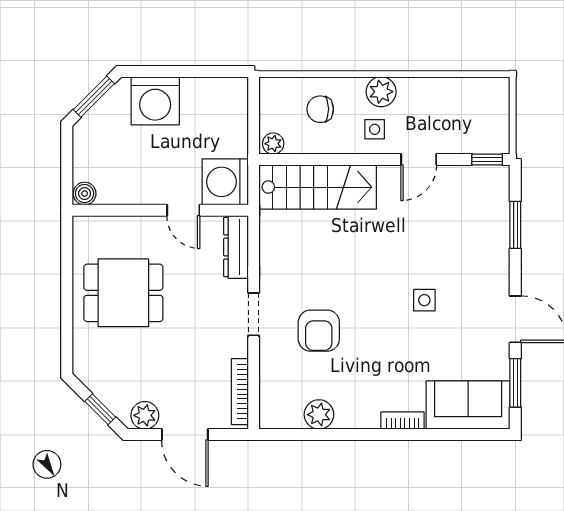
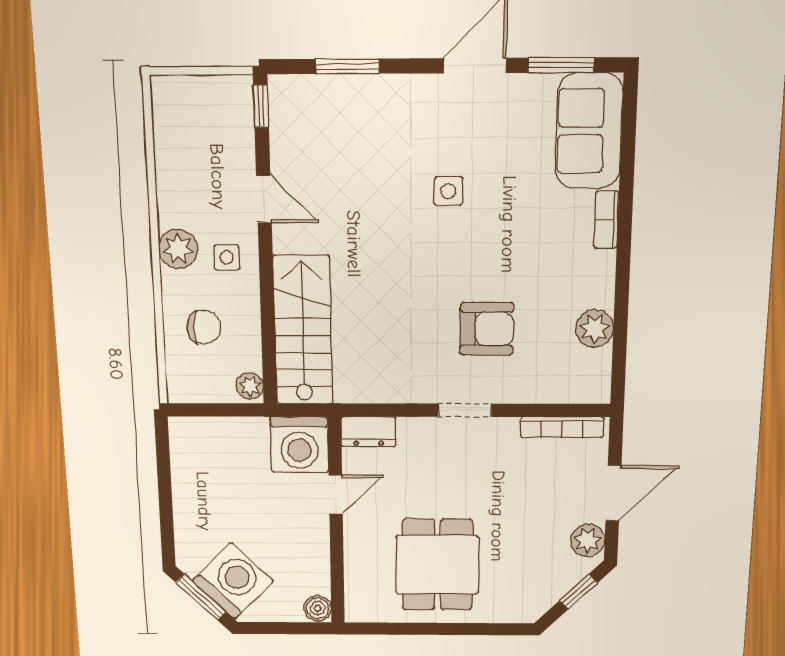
washing machine: (155, 101) -> (233, 581), moved, turned -45
chair: (320, 109) -> (204, 327), turned -90
dresser: (236, 247) -> (368, 432), width x0.70

